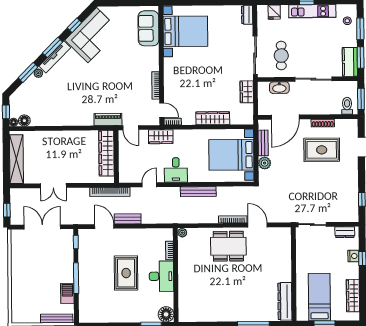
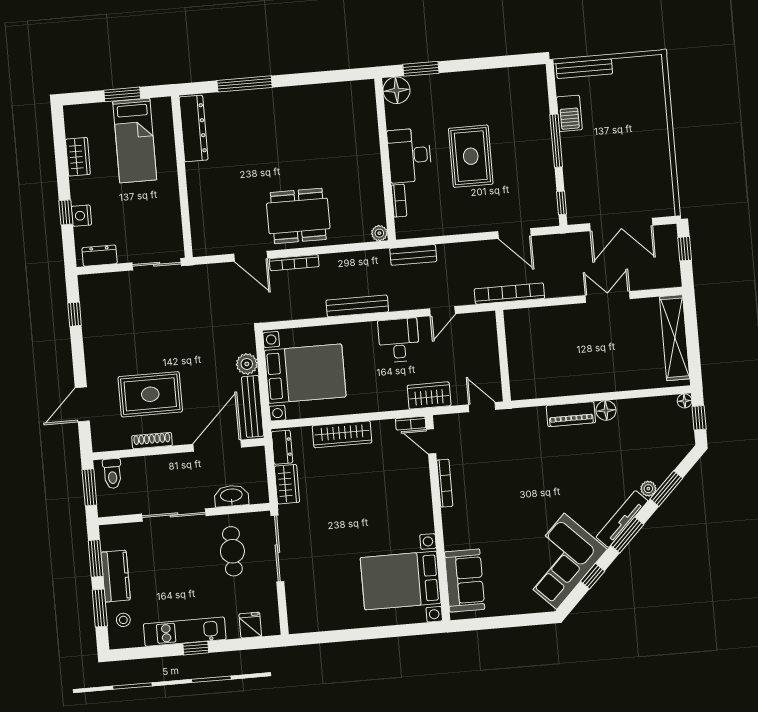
dresser: (247, 15) -> (282, 447), moved
kitchen counter: (350, 62) -> (116, 576), moved
piano: (108, 119) -> (571, 414), moved
floor lamp: (24, 121) -> (606, 410), moved
bench: (263, 143) -> (253, 406), width x1.36
wardrobe: (107, 153) -> (520, 360), removed
bench: (128, 219) -> (413, 255), moved
wardrobe: (353, 296) -> (78, 157), width x0.67

